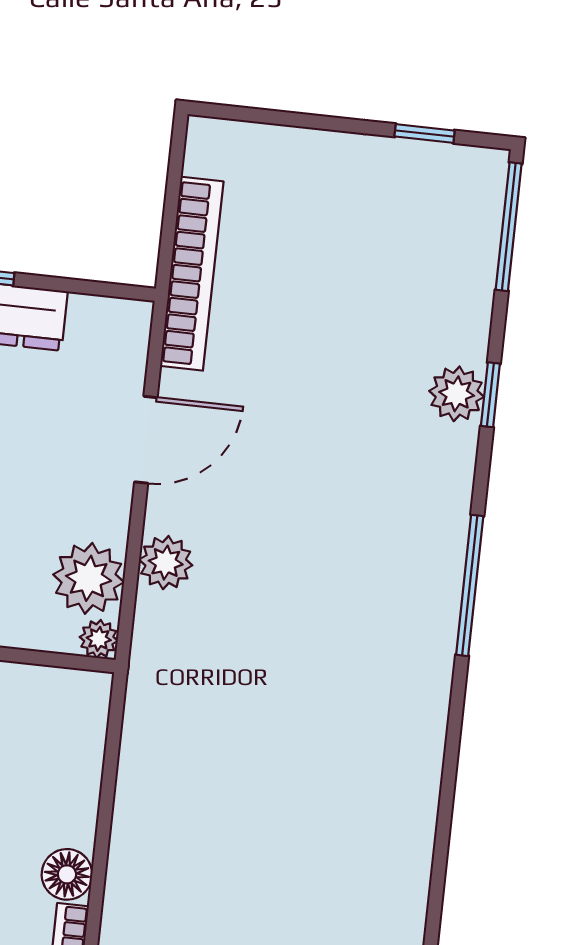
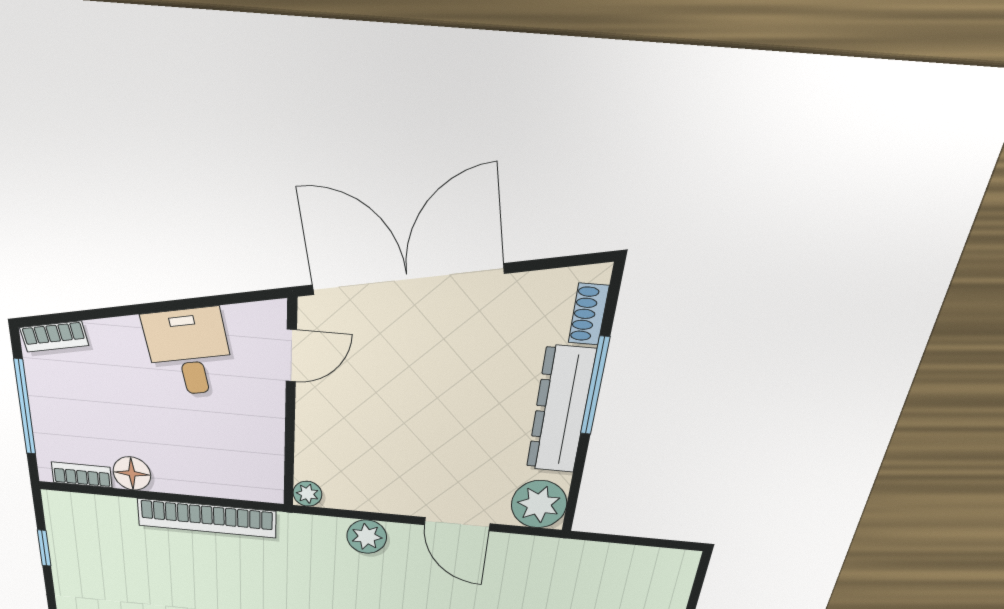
bookcase: (192, 274) -> (207, 518), moved
plant: (89, 578) -> (539, 504), moved

